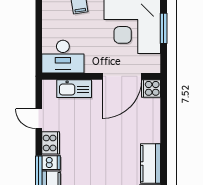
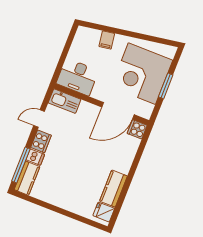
kitchen sink: (74, 89) -> (65, 101), moved
door: (39, 119) -> (39, 119), hinge flipped

